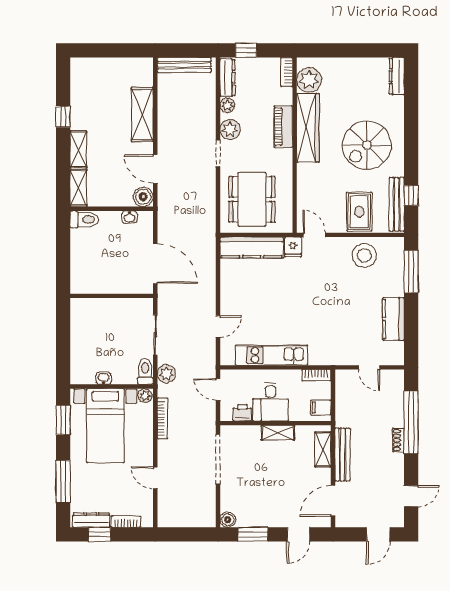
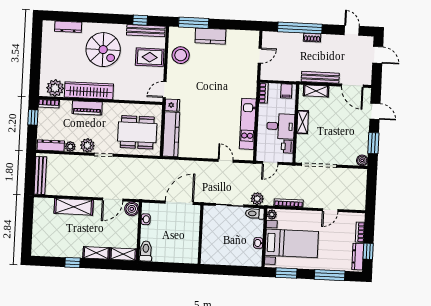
window: (246, 50) -> (33, 117), moved
dresser: (397, 76) -> (68, 27), moved
kitchen counter: (393, 319) -> (210, 36), moved

